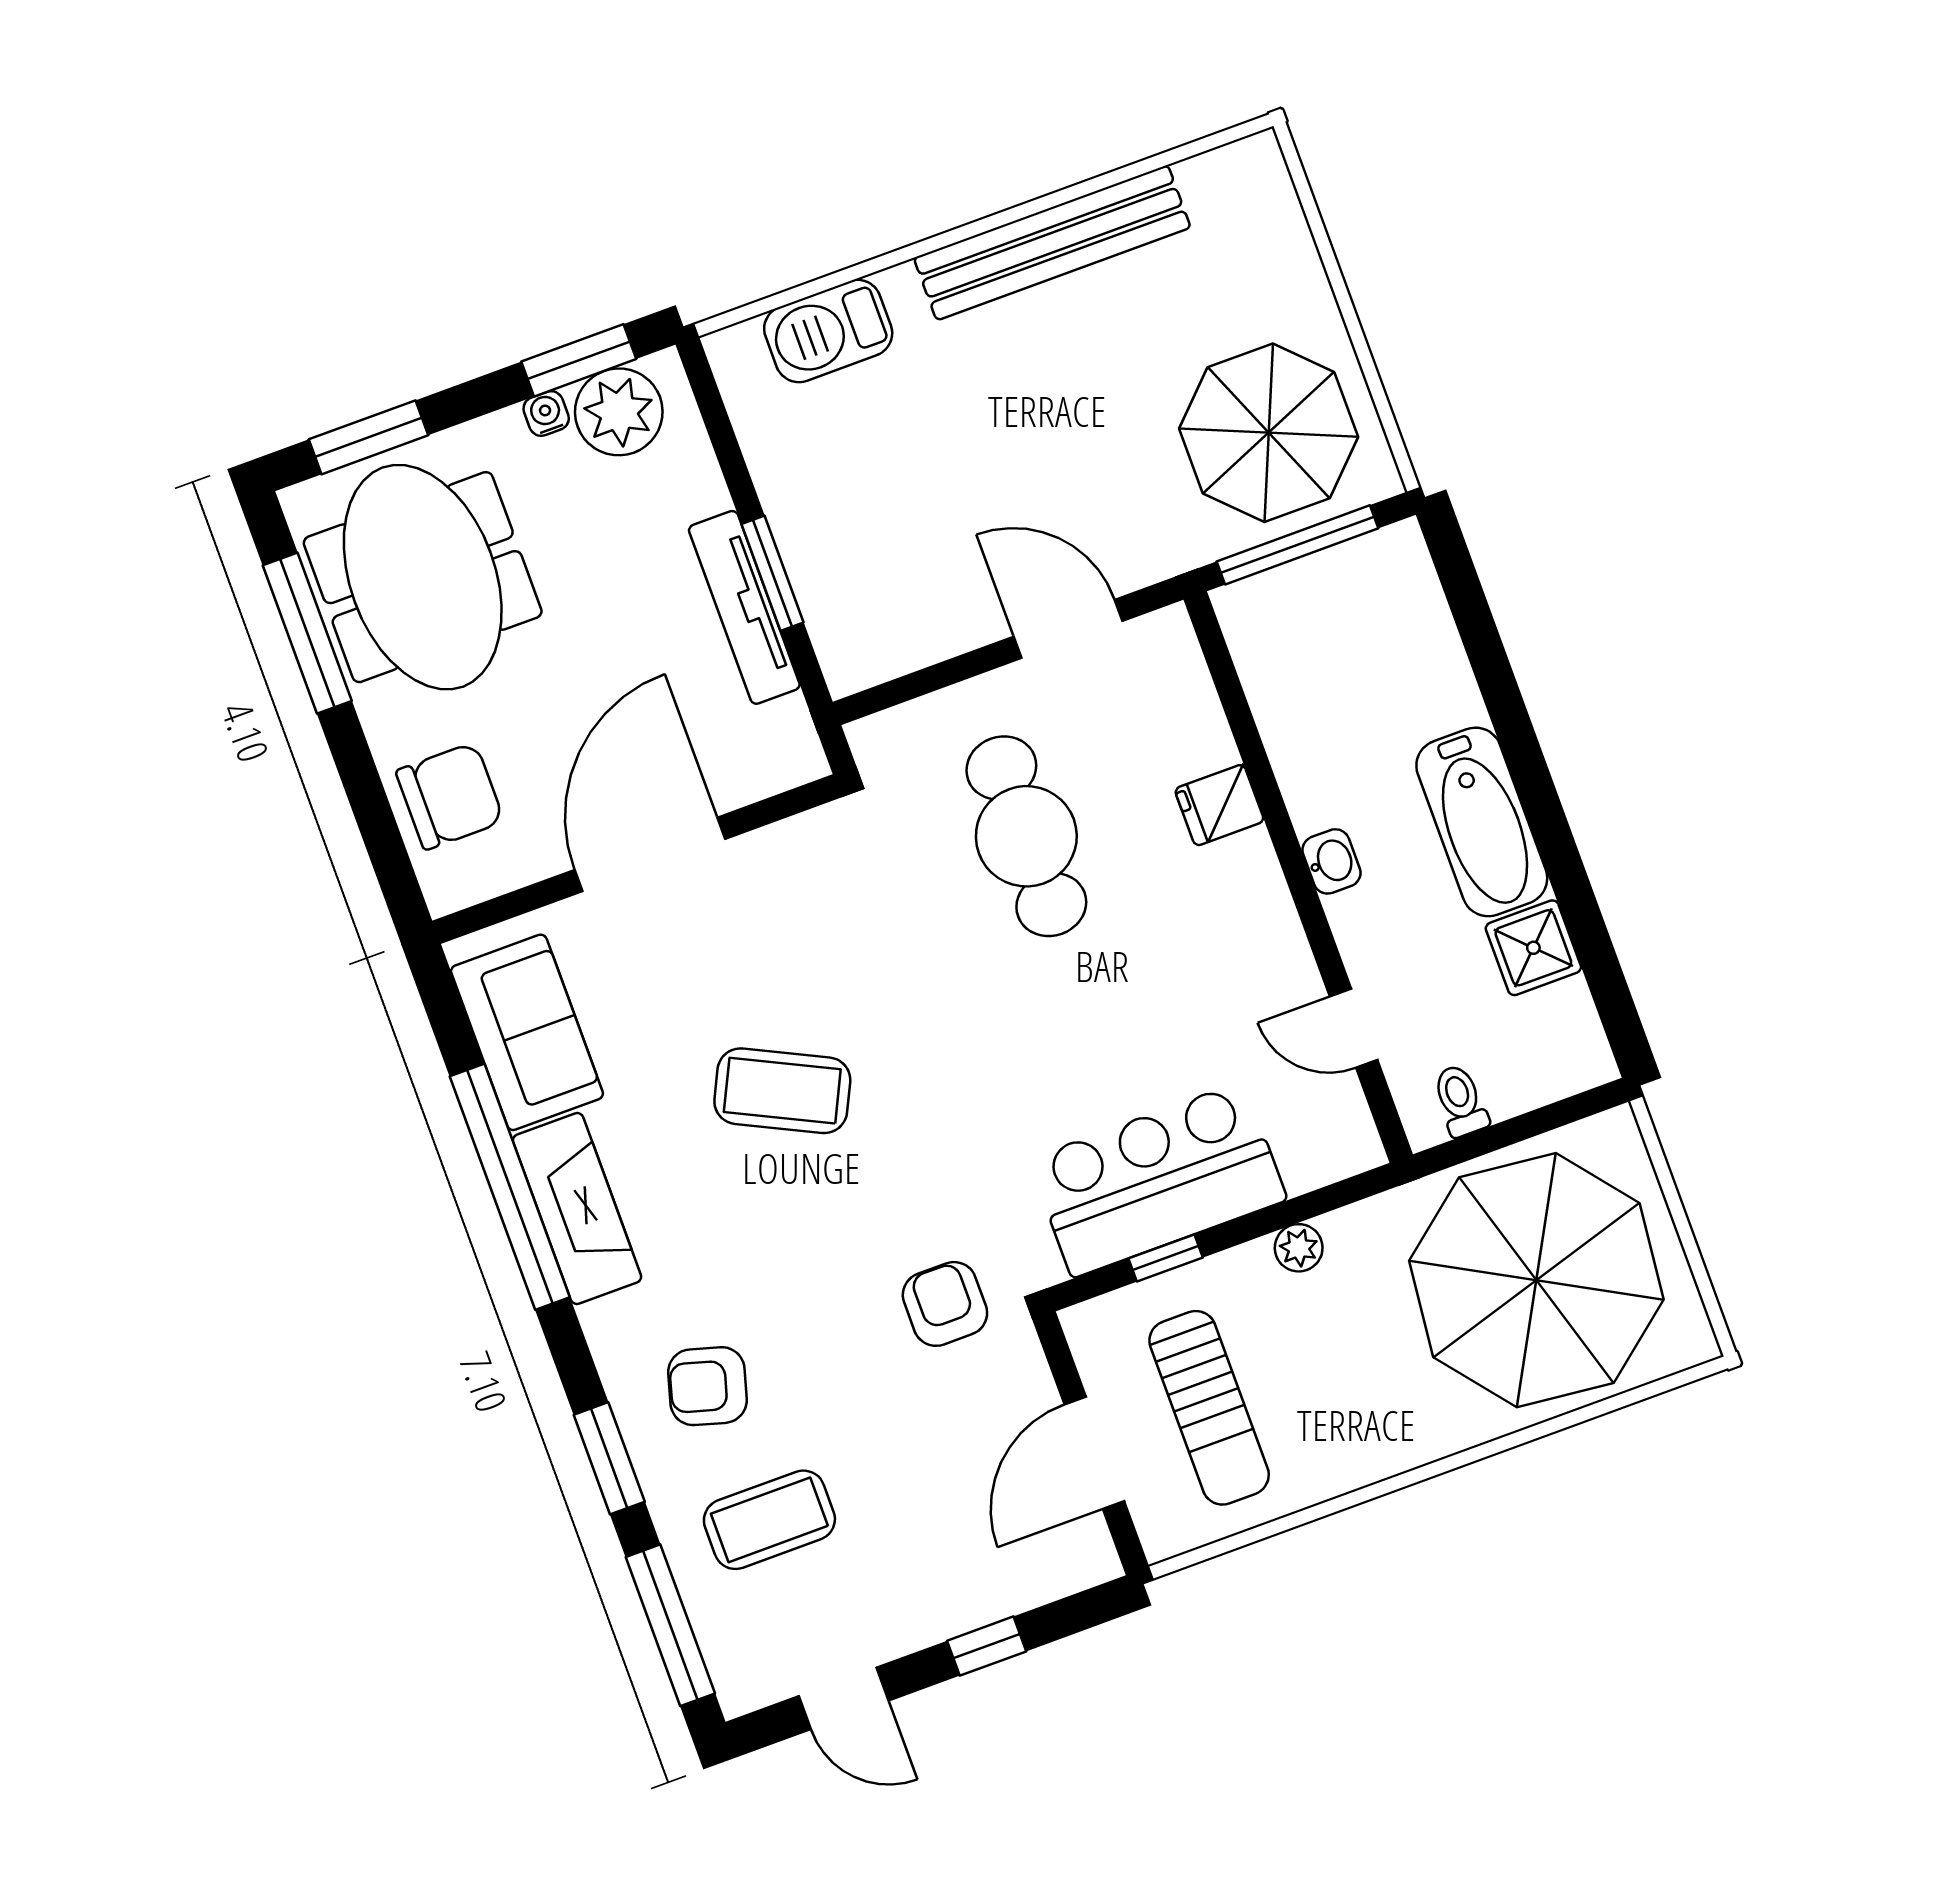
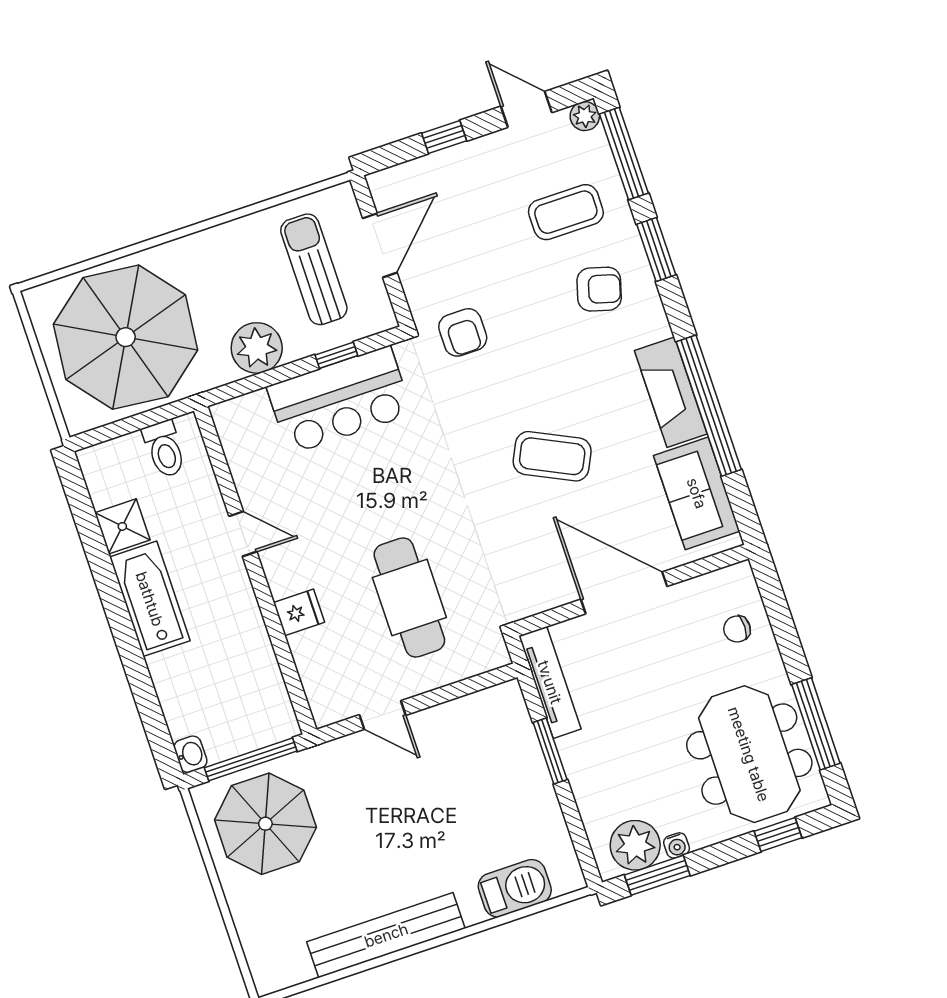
window: (368, 437) -> (778, 835), width x0.67
tv unit: (744, 607) -> (550, 682), moved
door: (1068, 629) -> (382, 715), width x0.73
chair: (450, 796) -> (737, 629), width x0.54, depth x0.54
door: (650, 854) -> (624, 593), swing flipped
washbasin: (1331, 861) -> (190, 754), moved, turned 180
door: (1354, 1028) -> (243, 534), moved
toilet: (1460, 1101) -> (164, 449), width x1.37, depth x1.39
plant: (1299, 1248) -> (257, 348), width x1.88, depth x1.88
plant: (741, 1689) -> (585, 116), added

